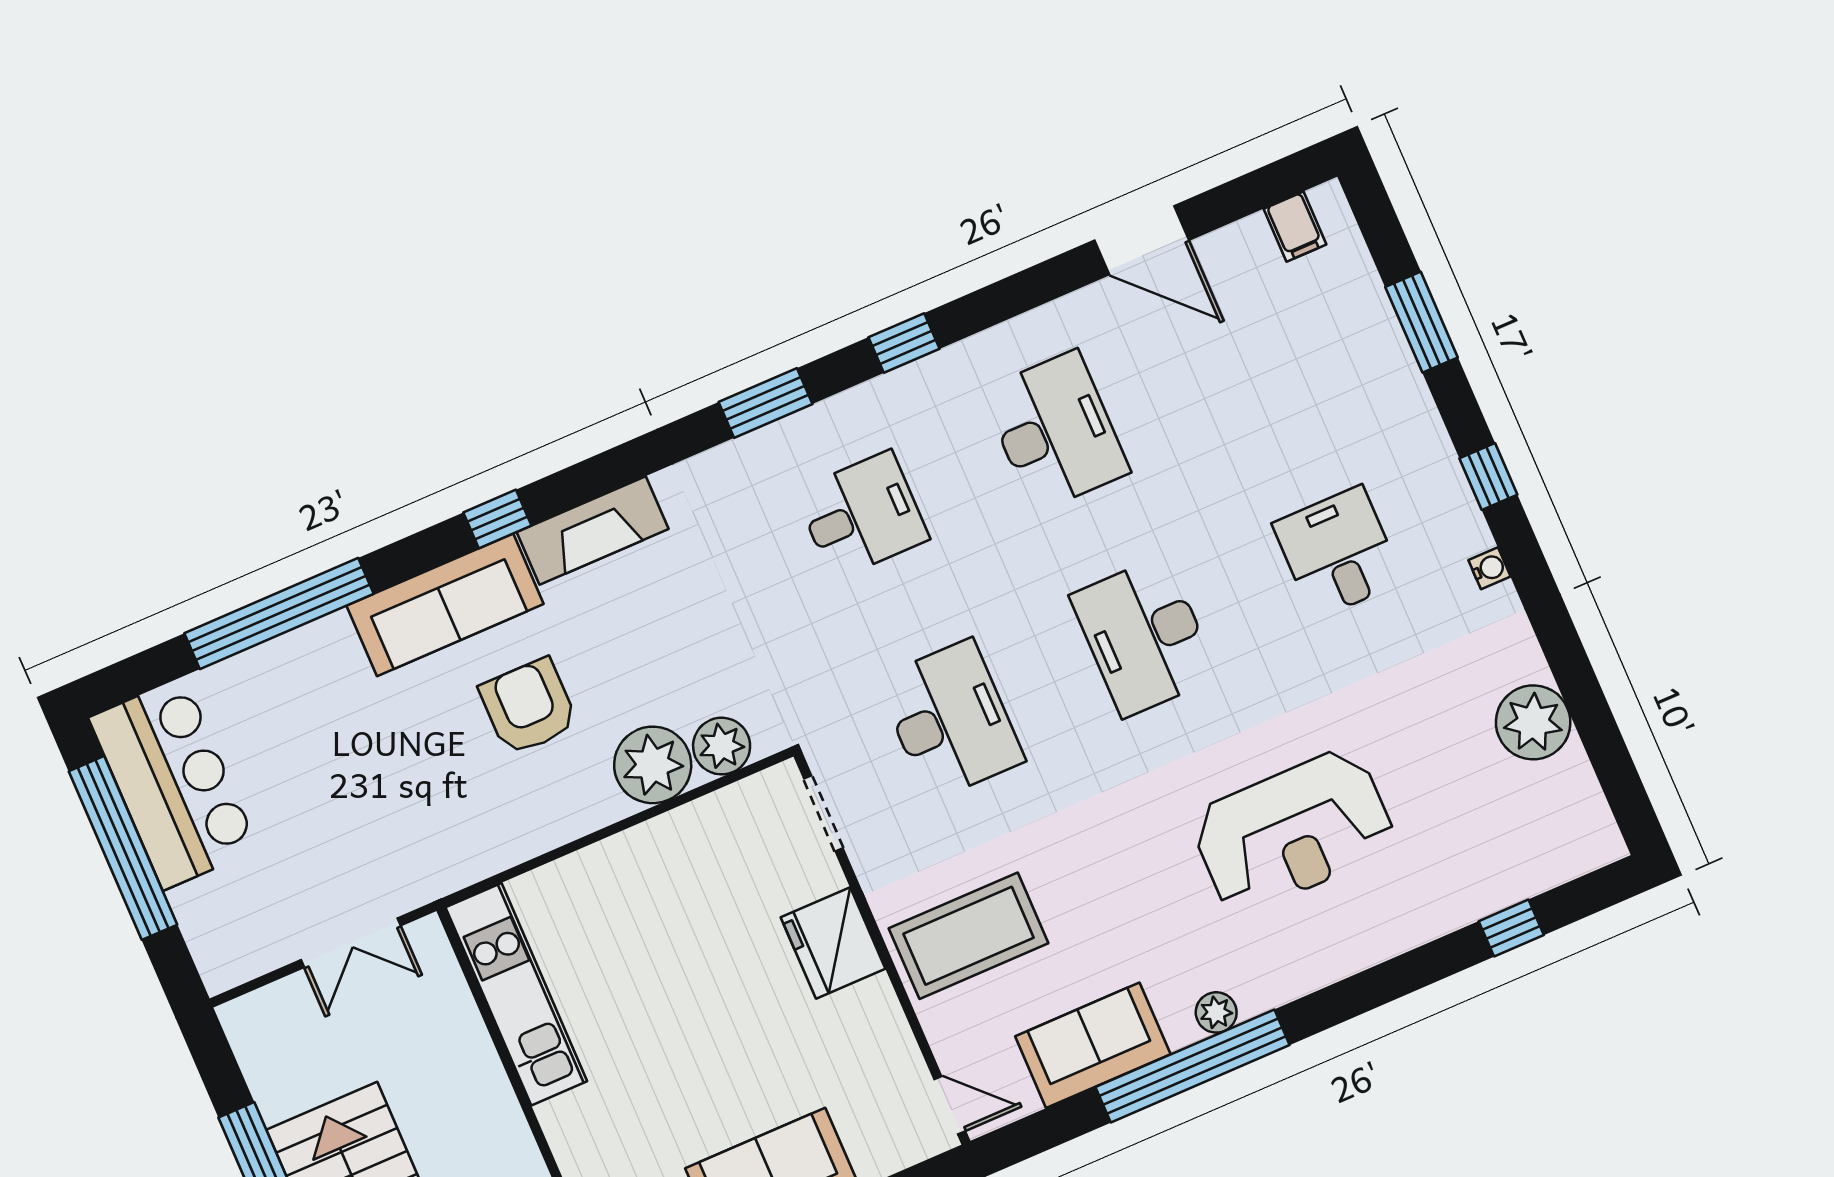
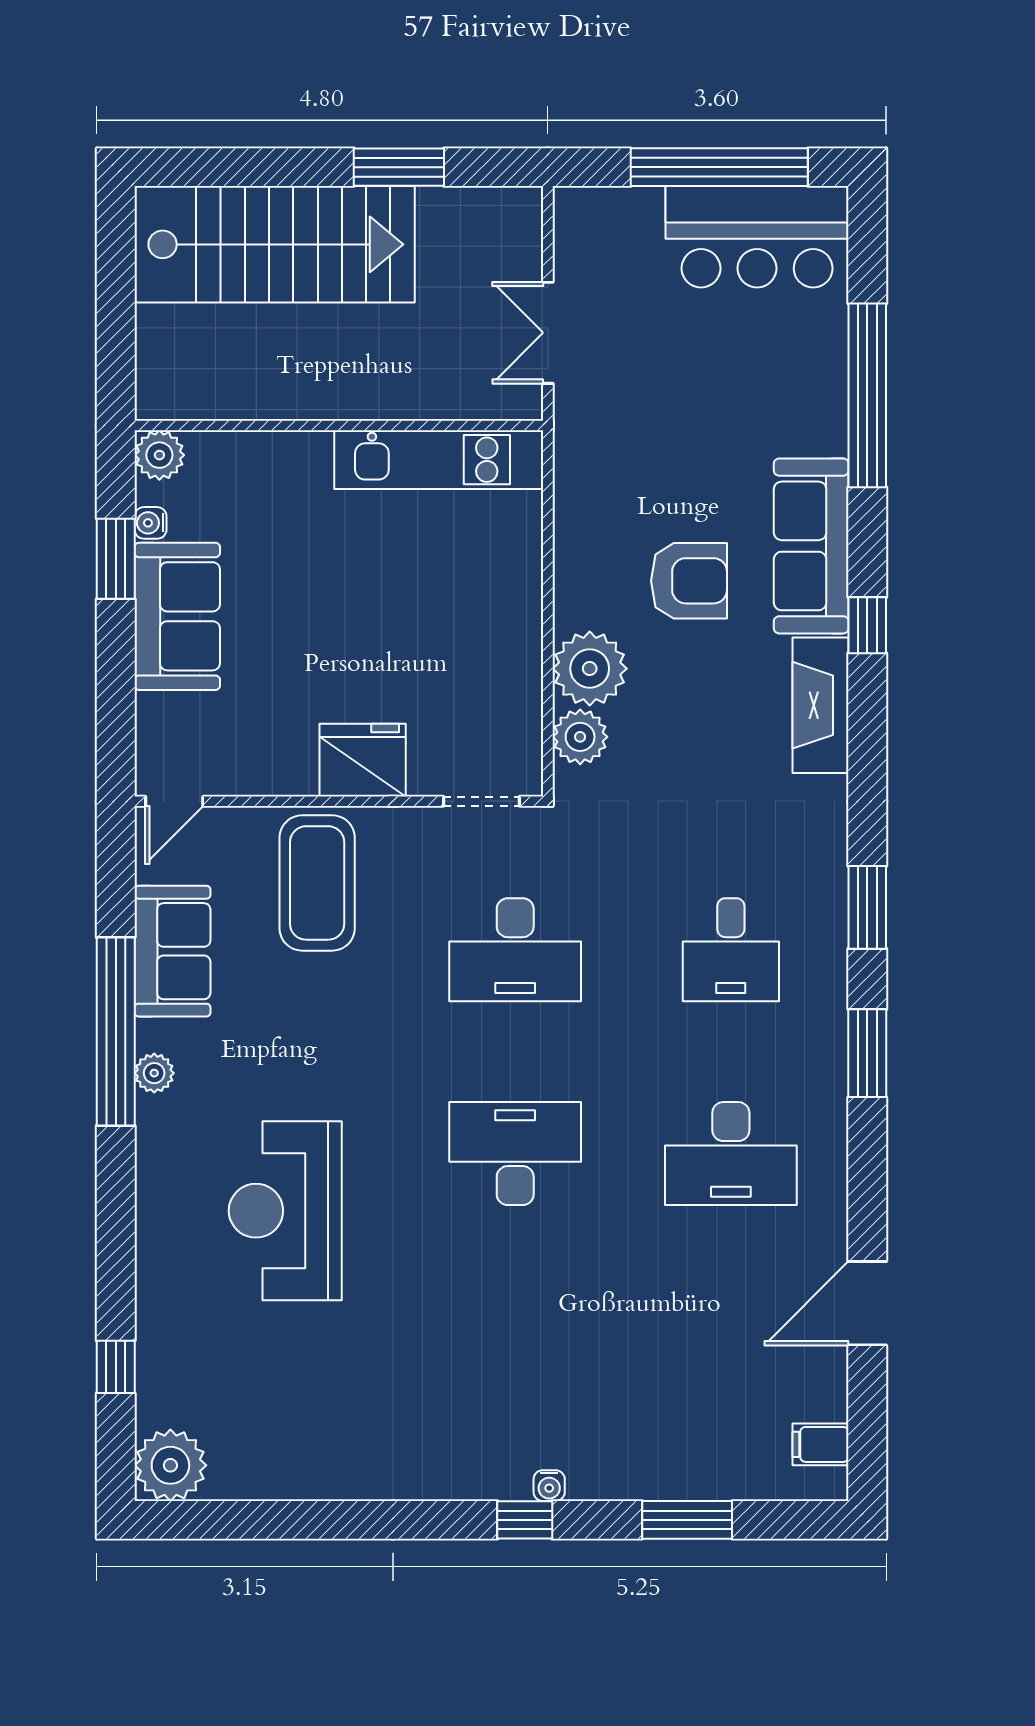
window: (904, 343) -> (867, 1053), width x1.50
desk: (1338, 552) -> (515, 1357), removed
water cooler: (1489, 568) -> (549, 1486), moved
plant: (1533, 722) -> (170, 1465), moved

